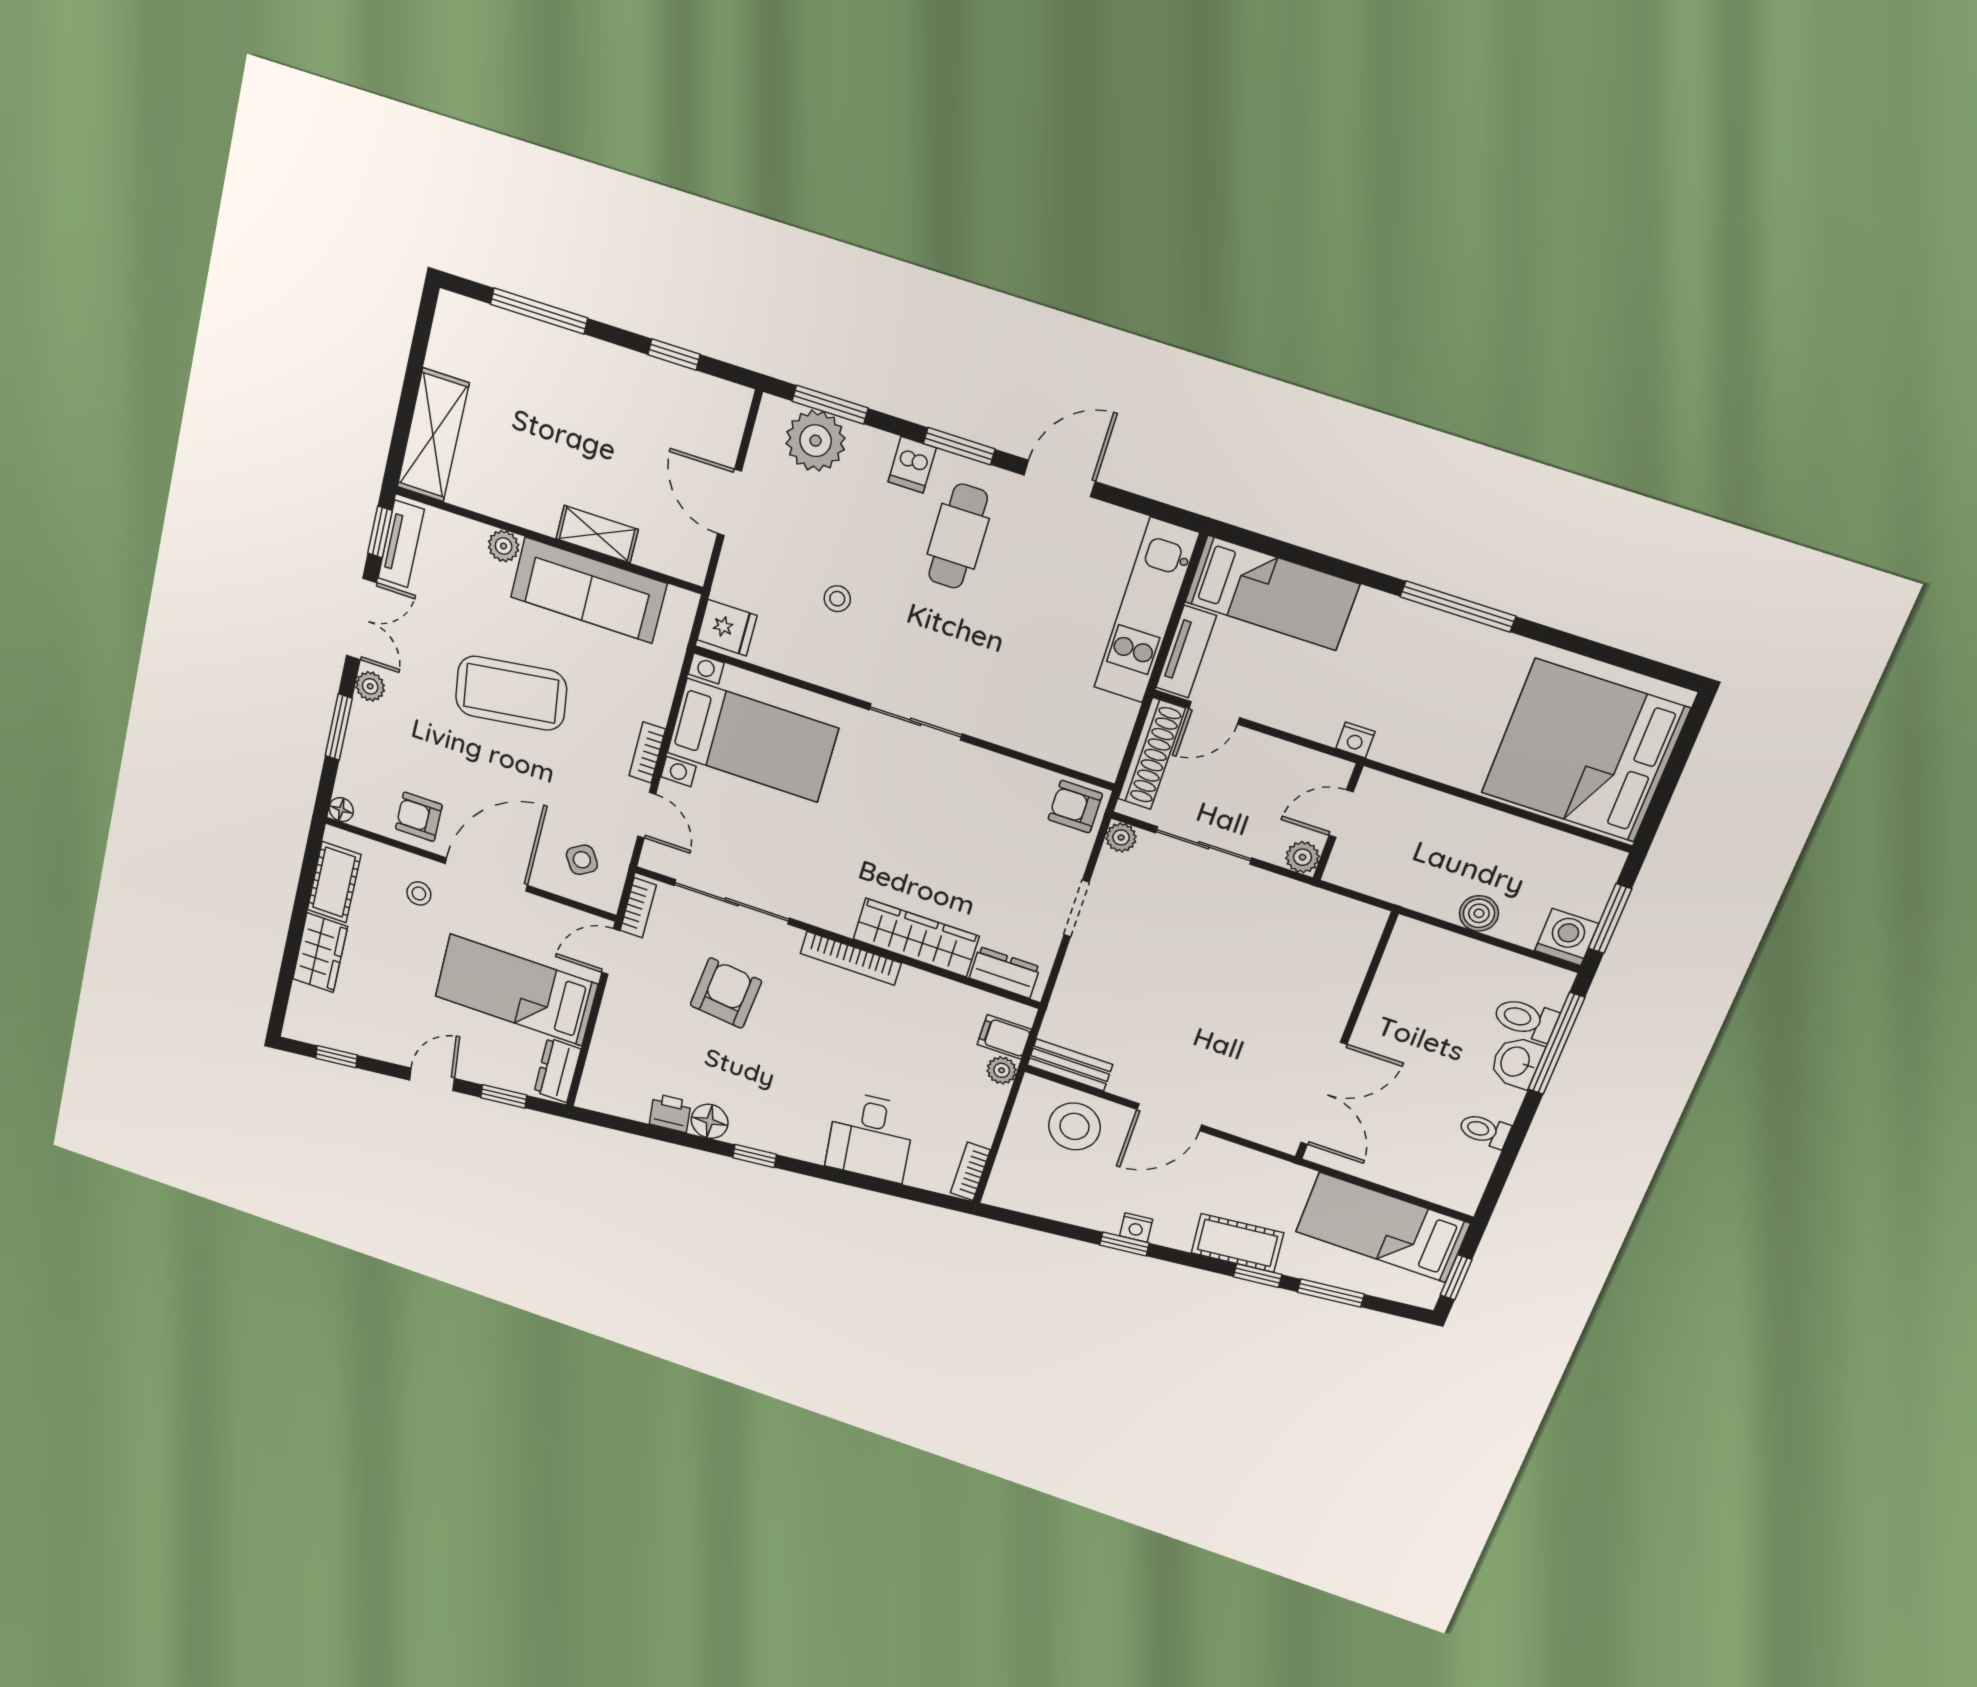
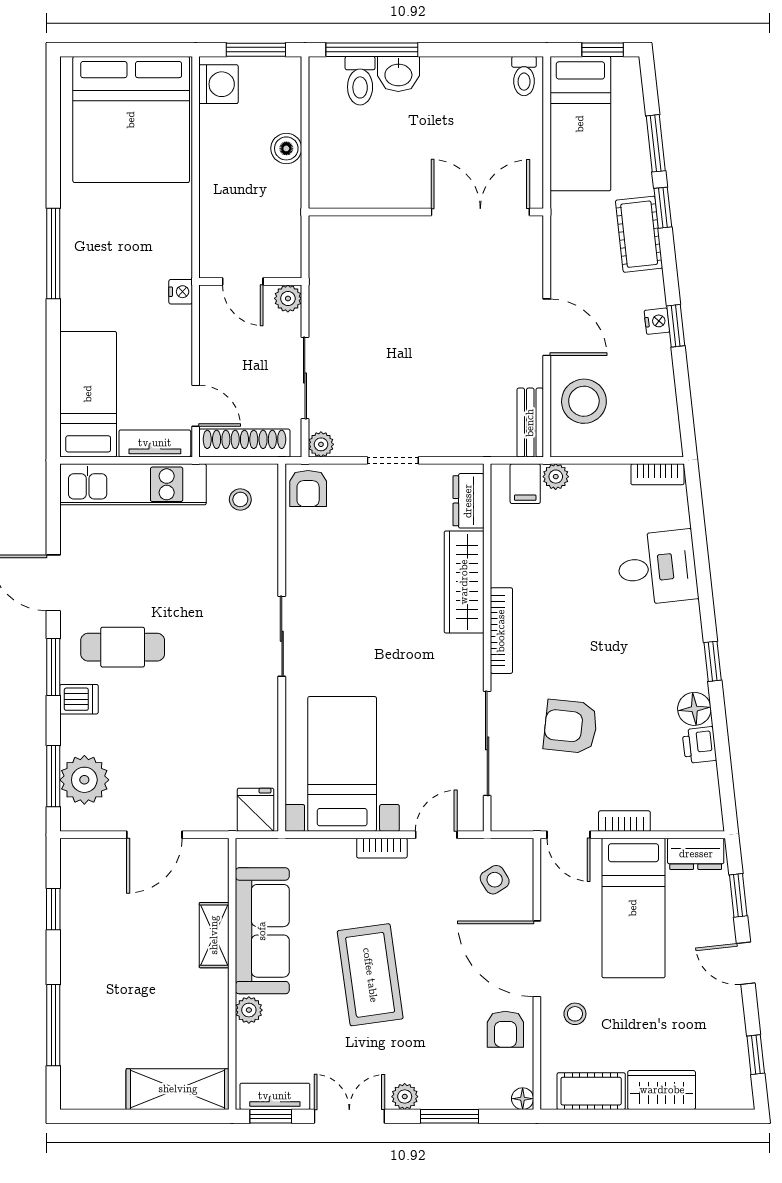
stool: (837, 599) -> (240, 499), moved
bookcase: (638, 908) -> (624, 821), moved
washing machine: (1567, 937) -> (219, 84), moved, turned 180
toilet: (1484, 1130) -> (524, 76), moved

